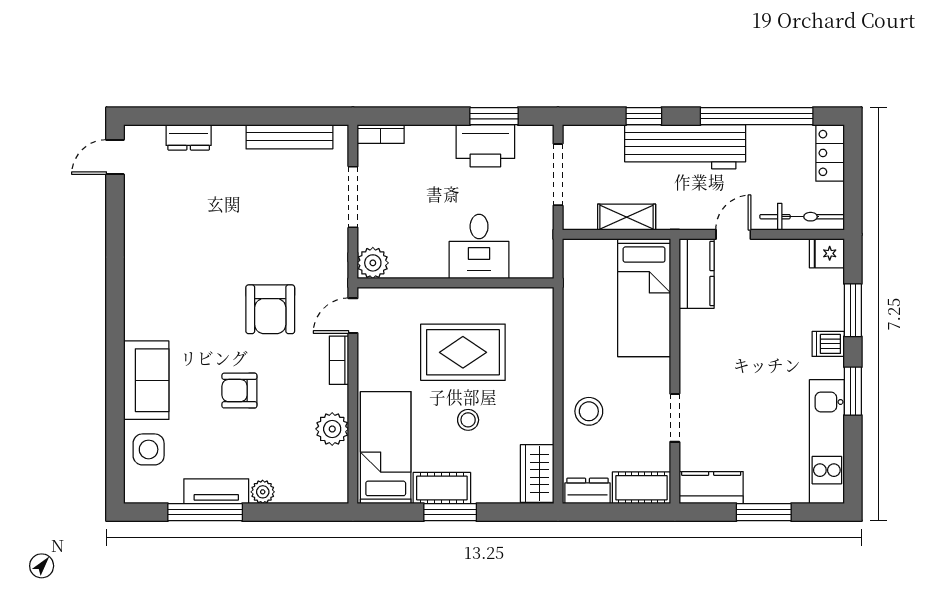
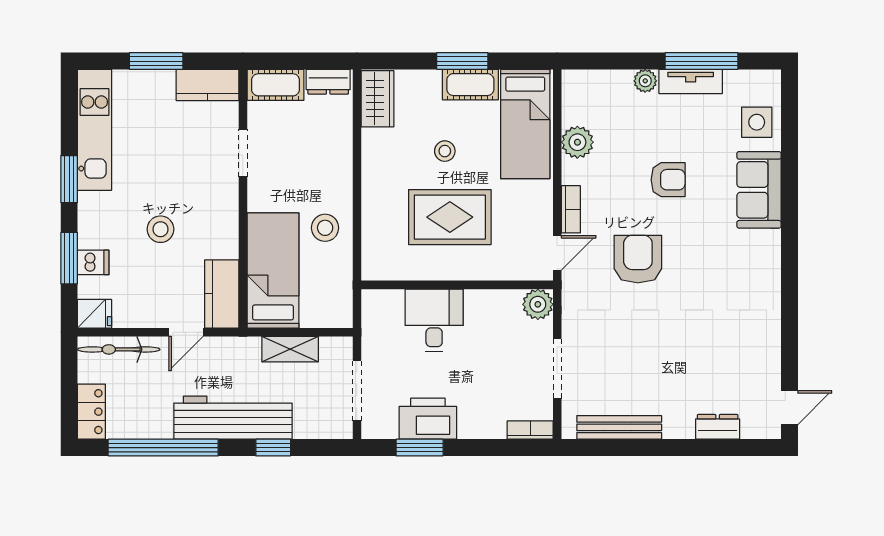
stool: (759, 340) -> (160, 229), added
dishwasher: (828, 344) -> (93, 262), moved
stool: (589, 411) -> (325, 228), moved

